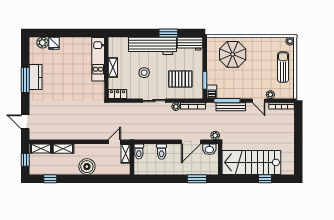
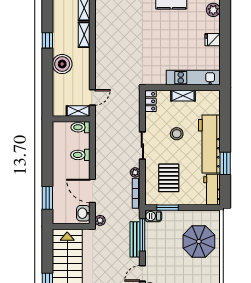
fridge: (54, 43) -> (213, 40), moved
door: (114, 142) -> (92, 97), hinge flipped
window: (50, 179) -> (47, 40), moved

